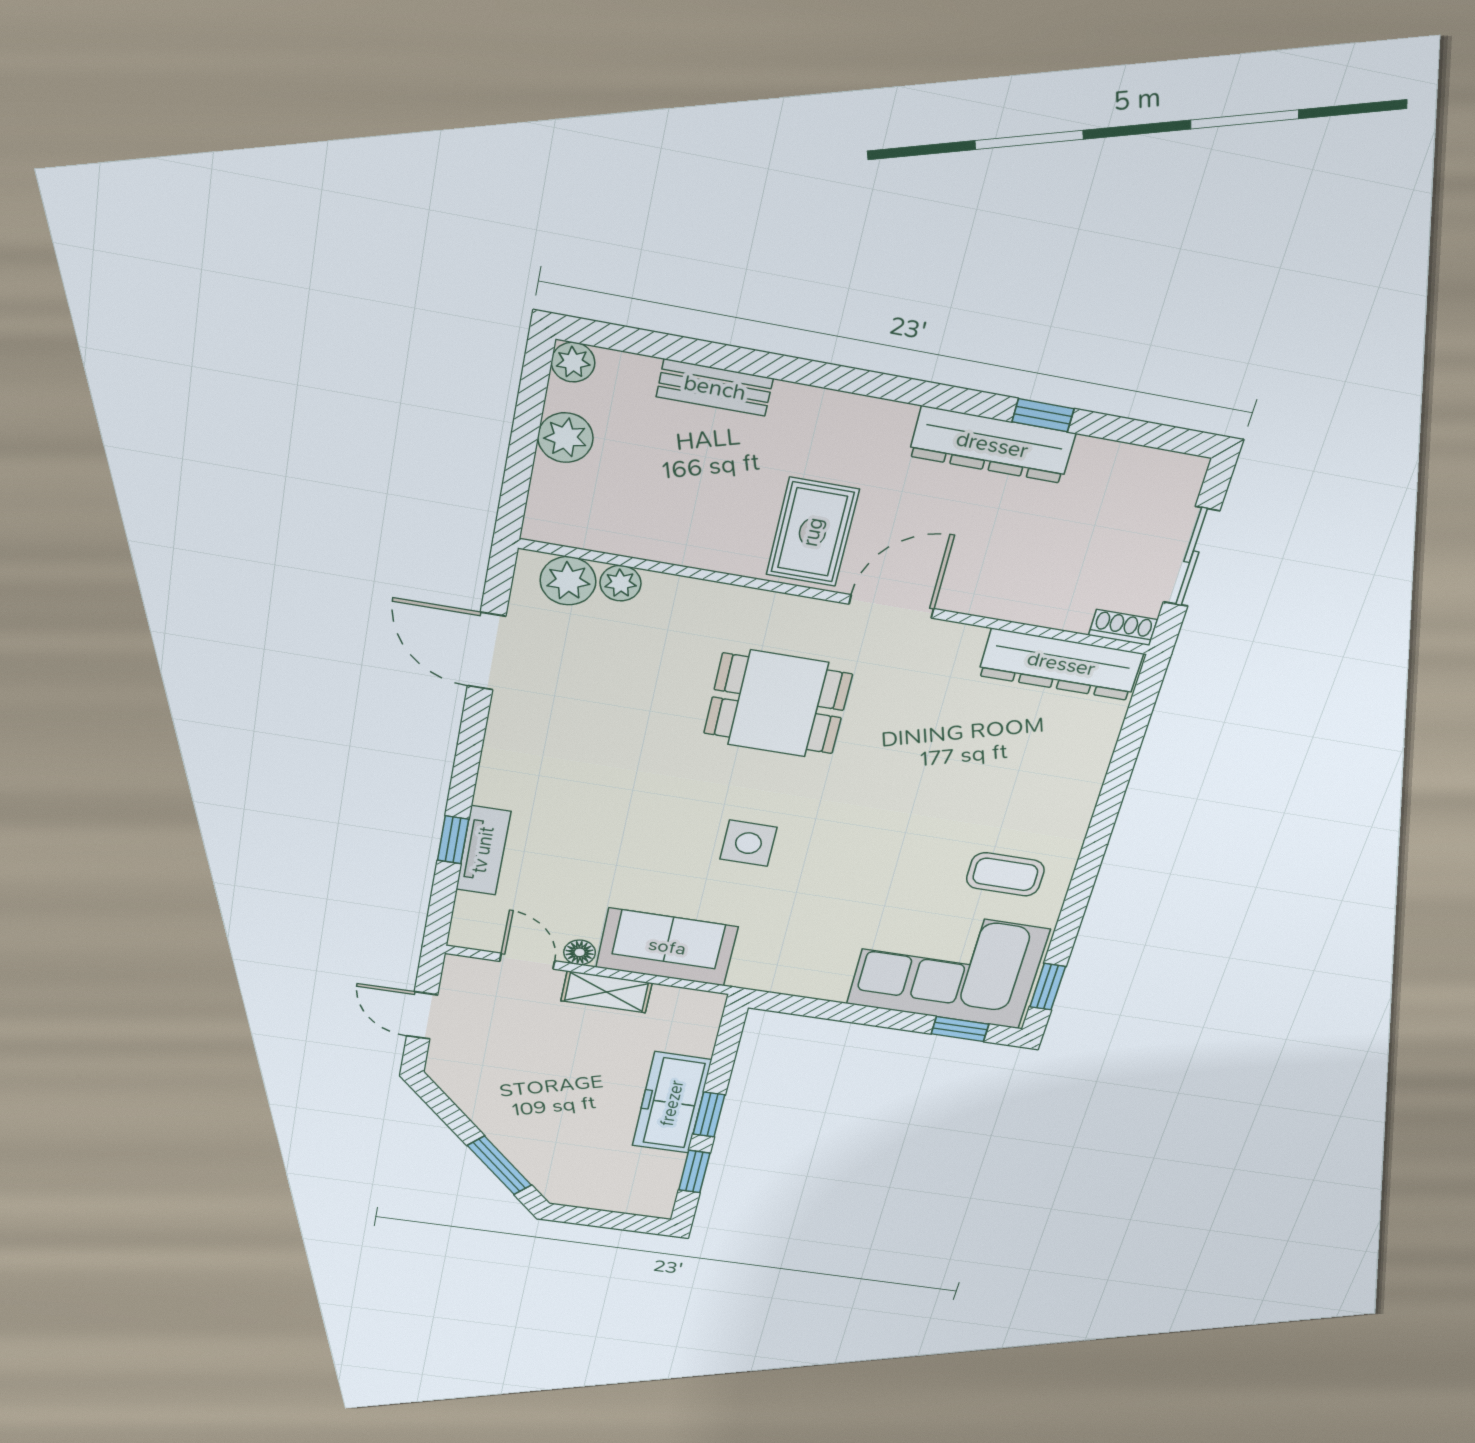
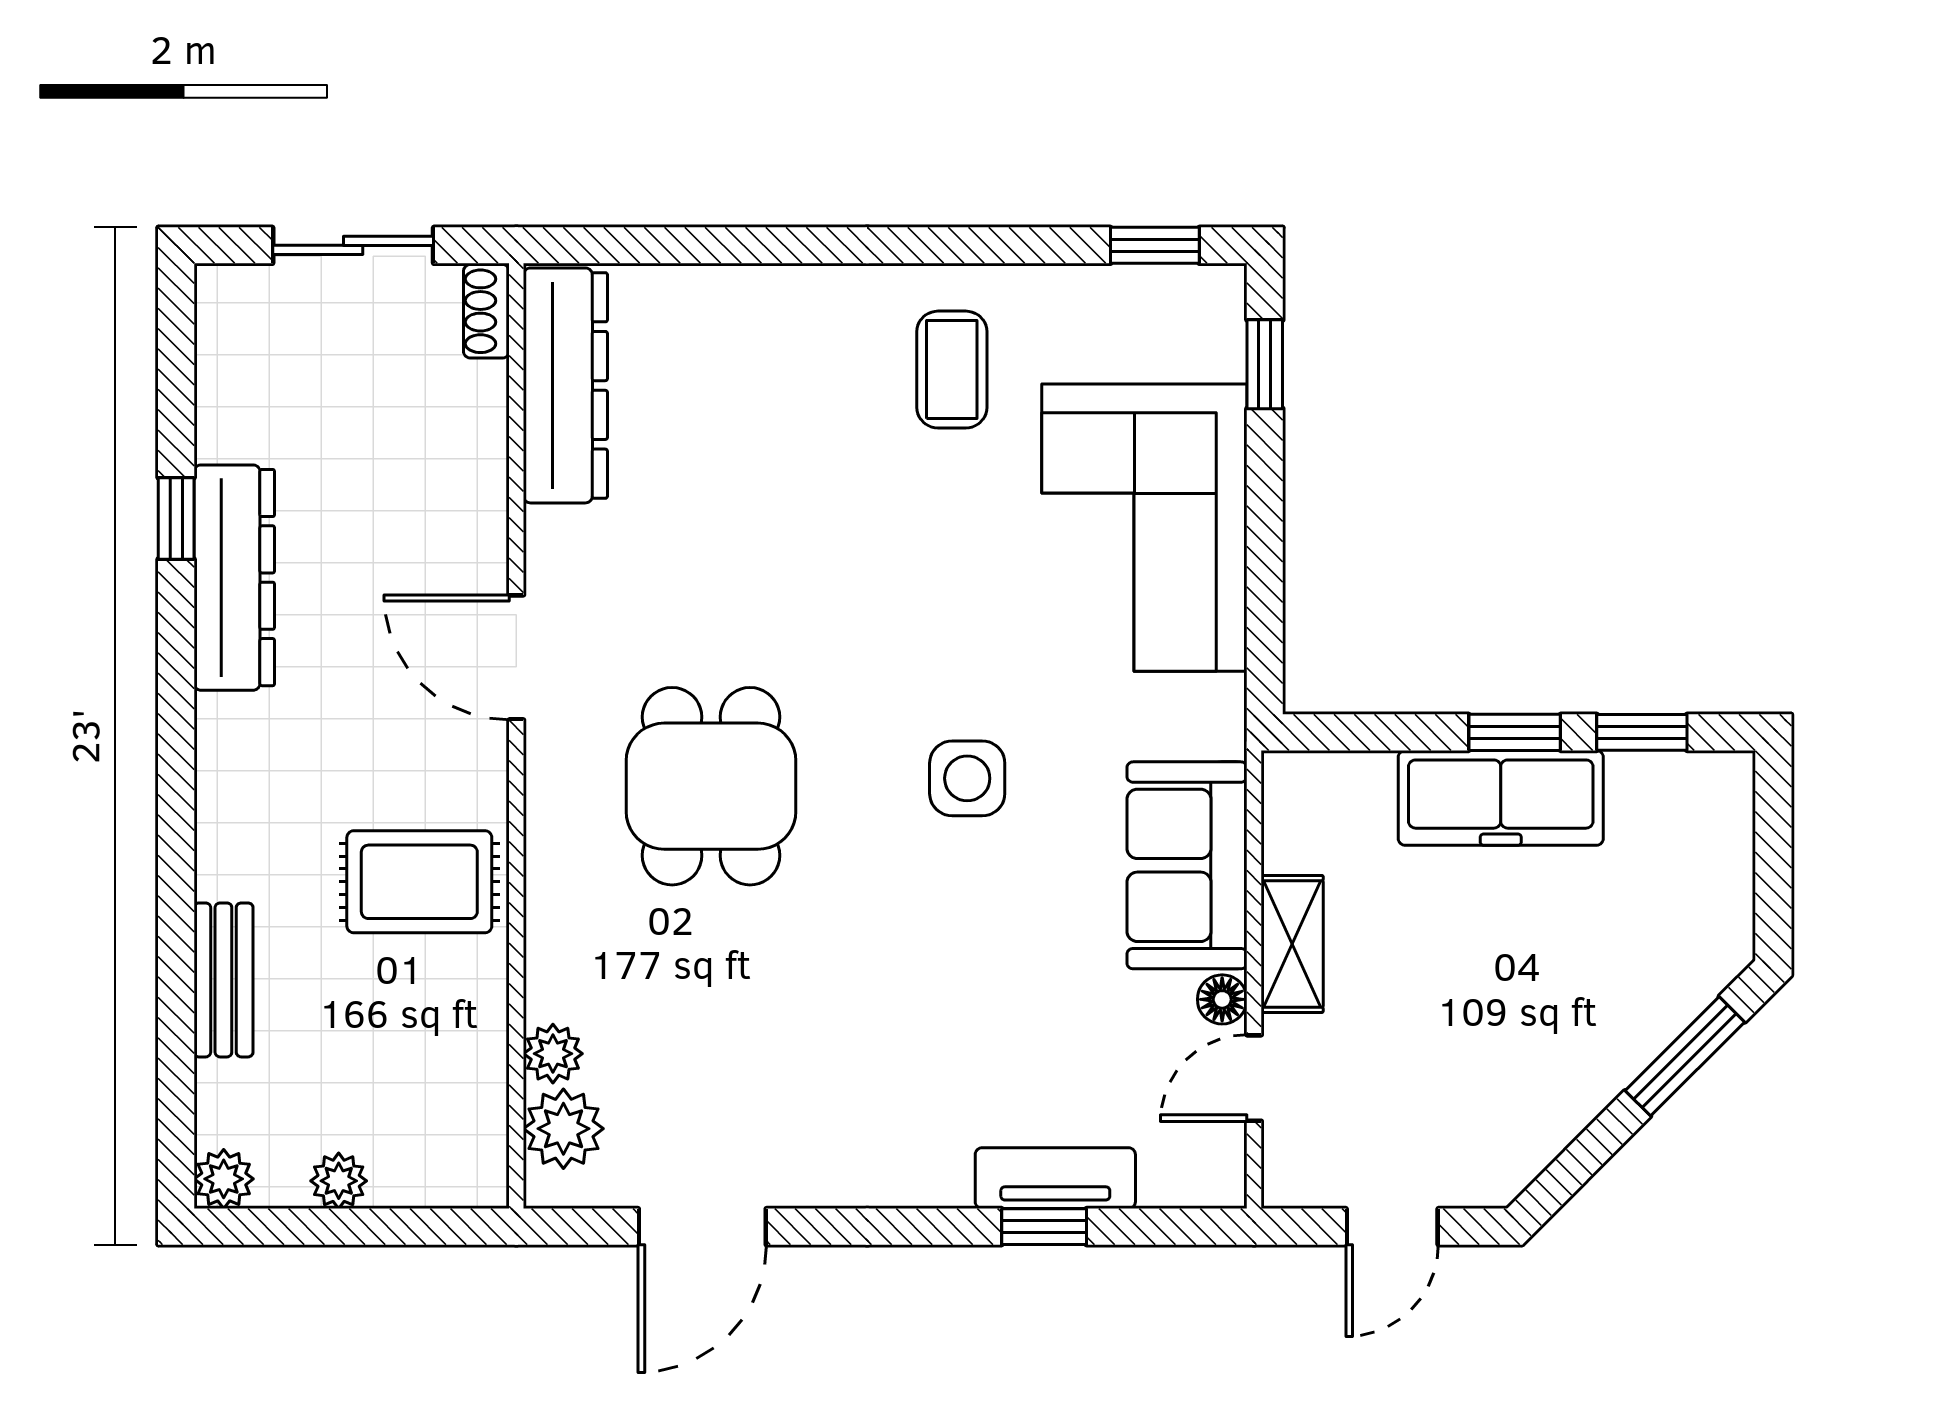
plant: (565, 438) -> (339, 1181), width x0.73, depth x0.73
rug: (813, 532) -> (419, 882), moved
corner sofa: (948, 967) -> (1144, 528), moved

